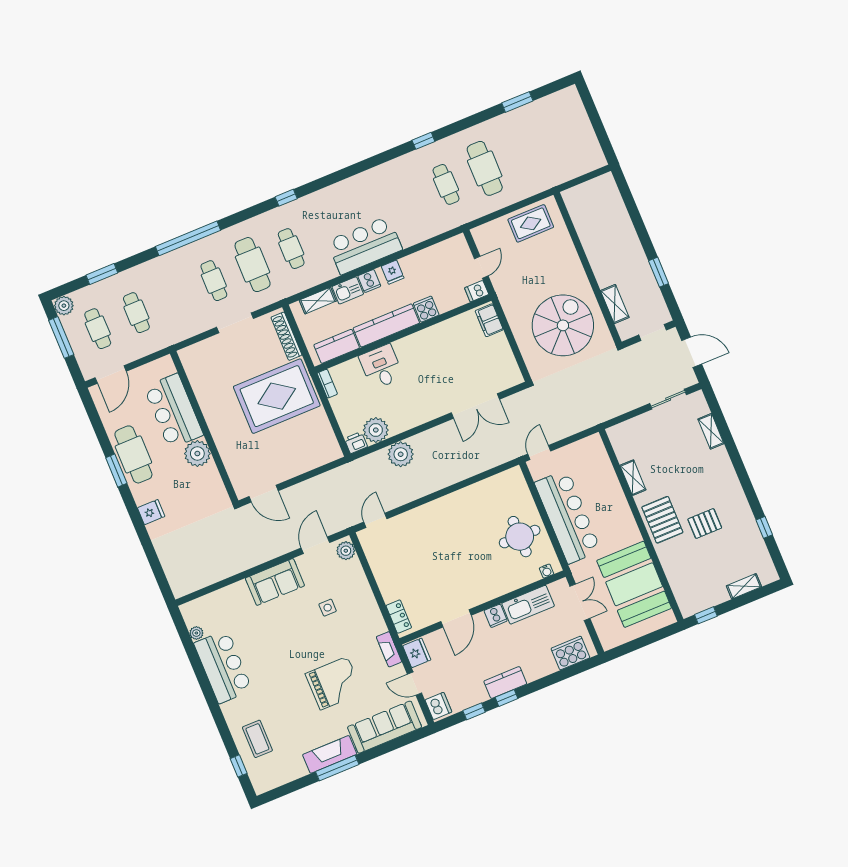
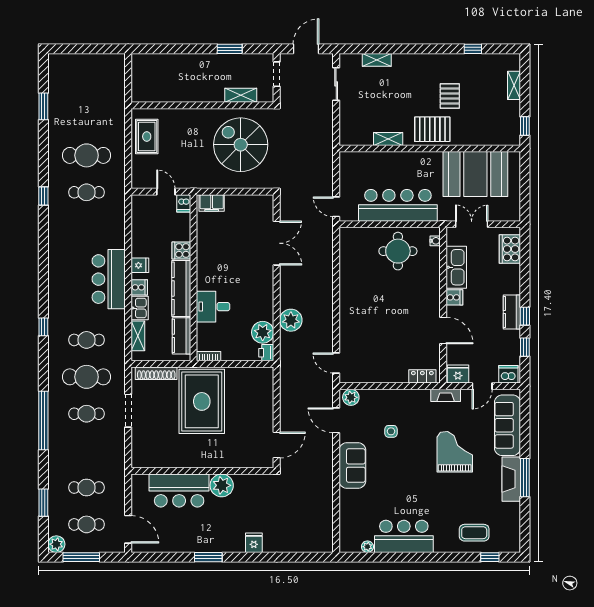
cafe table: (133, 454) -> (201, 538), removed

